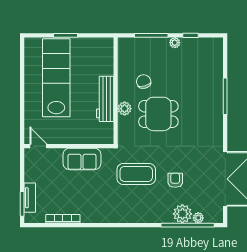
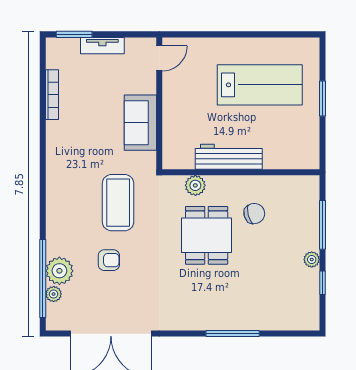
lab bench: (56, 78) -> (260, 85), width x0.73
plant: (125, 109) -> (195, 185), moved
tv unit: (30, 198) -> (102, 46), moved

